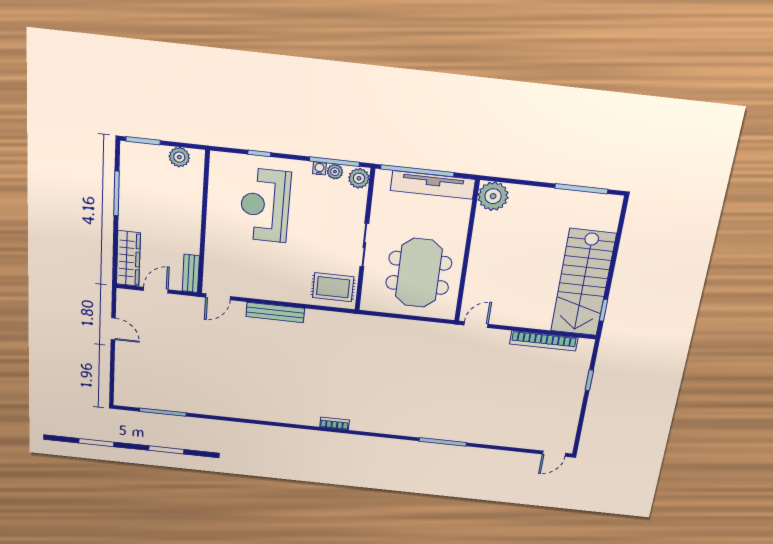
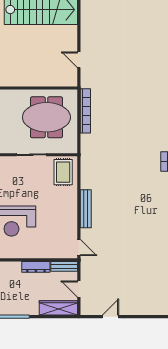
dresser: (192, 233) -> (36, 267), added
door: (476, 325) -> (79, 60), moved
bookcase: (544, 341) -> (85, 111), moved

